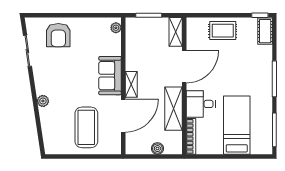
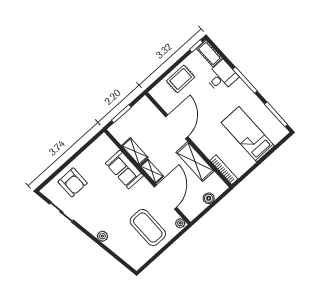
plant: (116, 28) -> (180, 223), moved
shelving: (176, 32) -> (135, 151), moved
sofa: (110, 76) -> (124, 169), moved
desk: (201, 104) -> (222, 77), moved, turned 180

